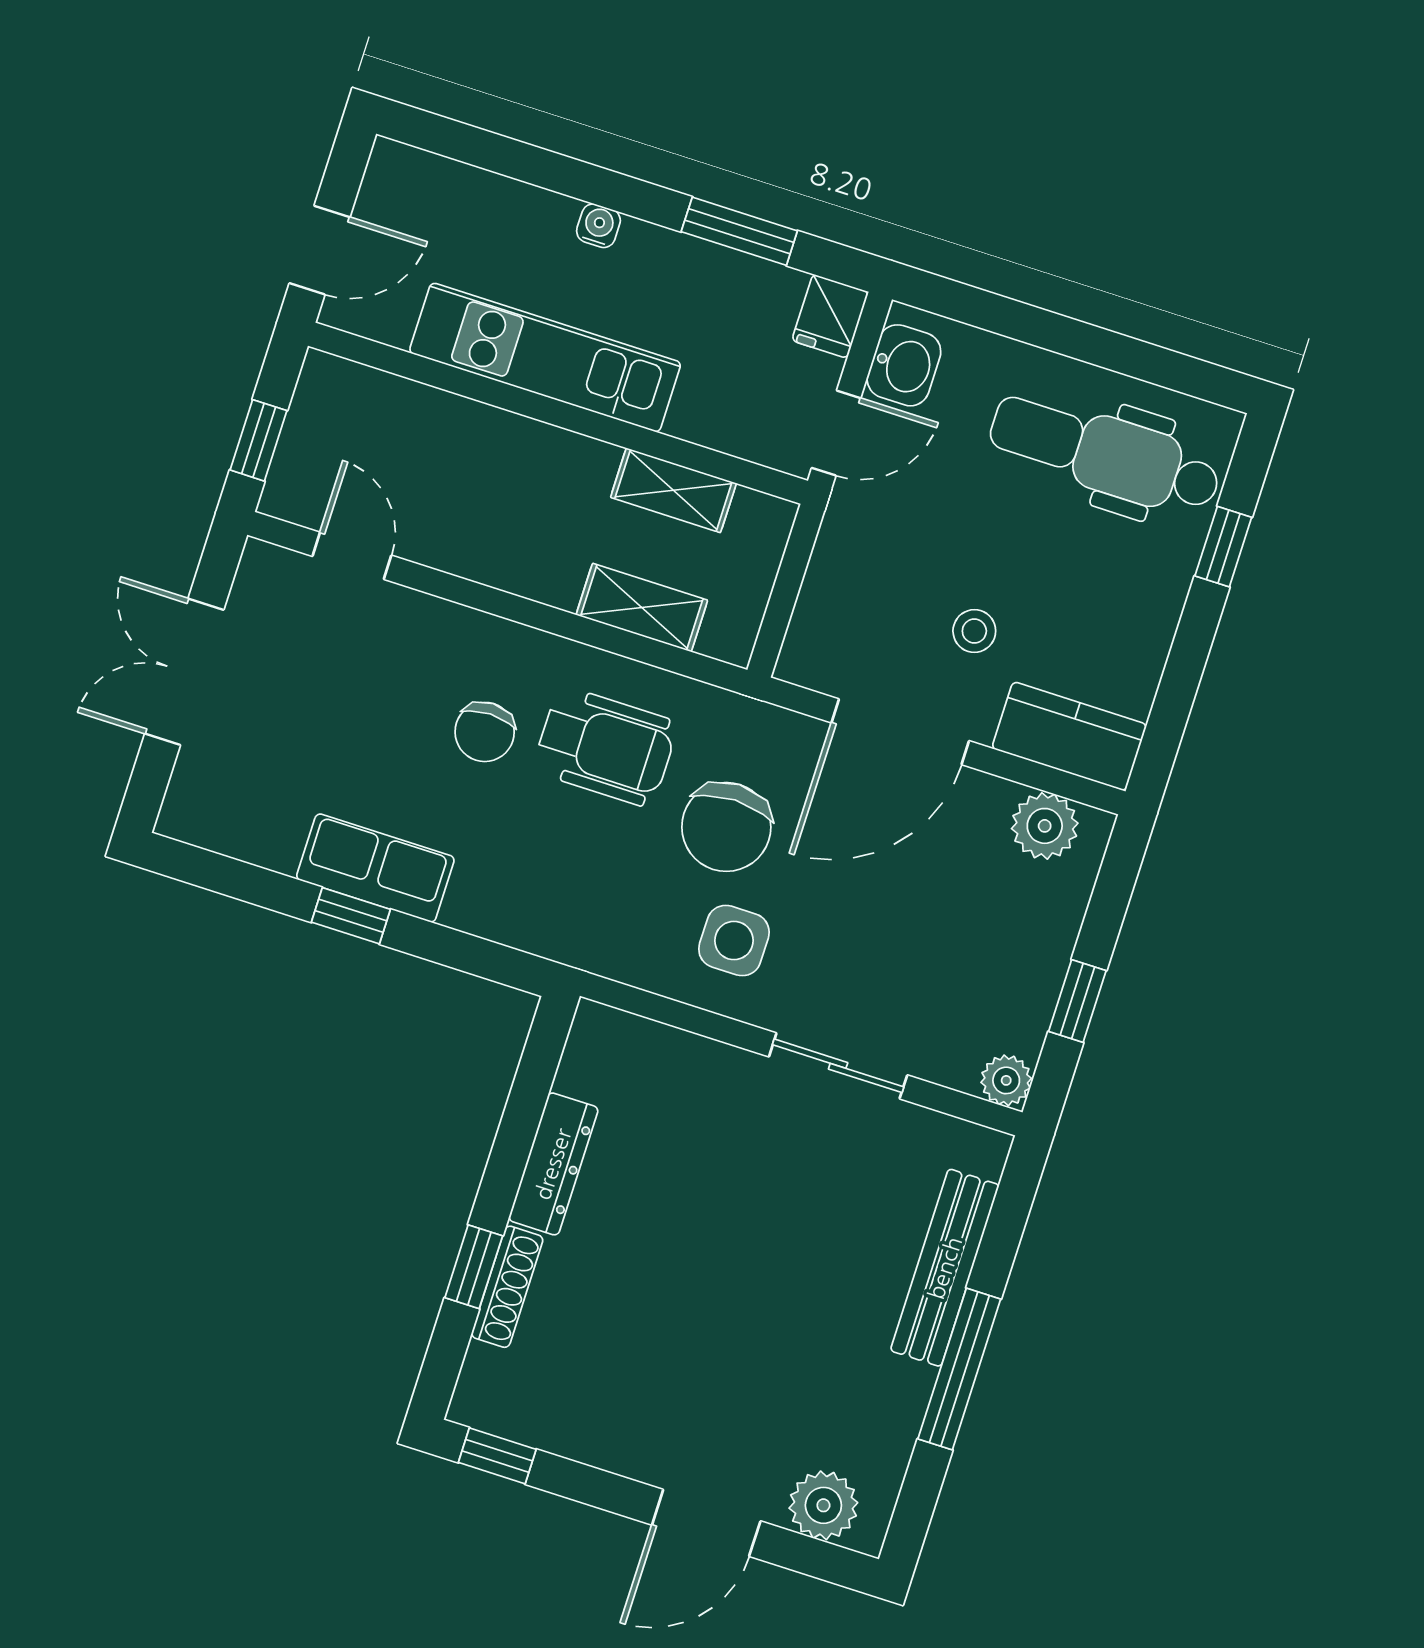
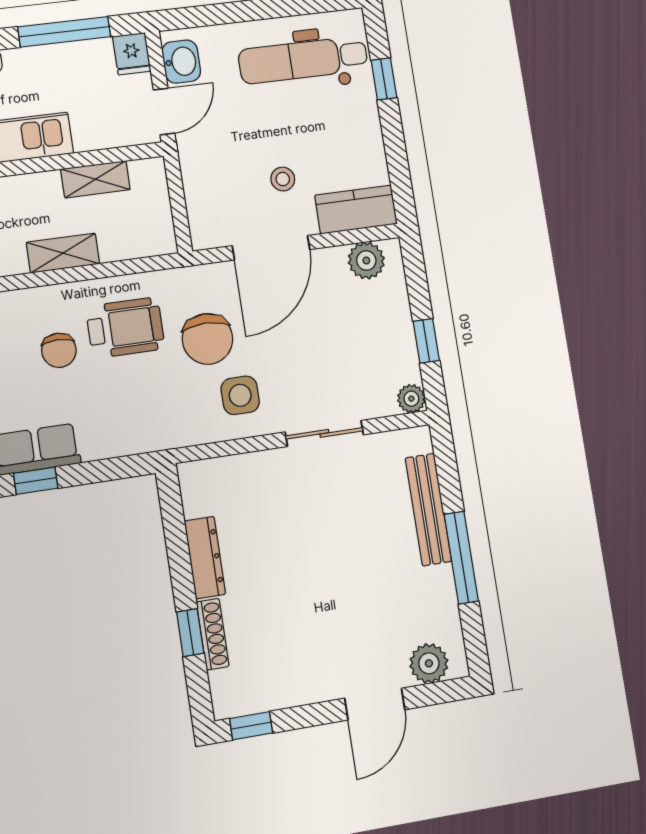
window: (739, 231) -> (64, 32), width x1.44
shelving: (642, 608) -> (63, 253), moved

